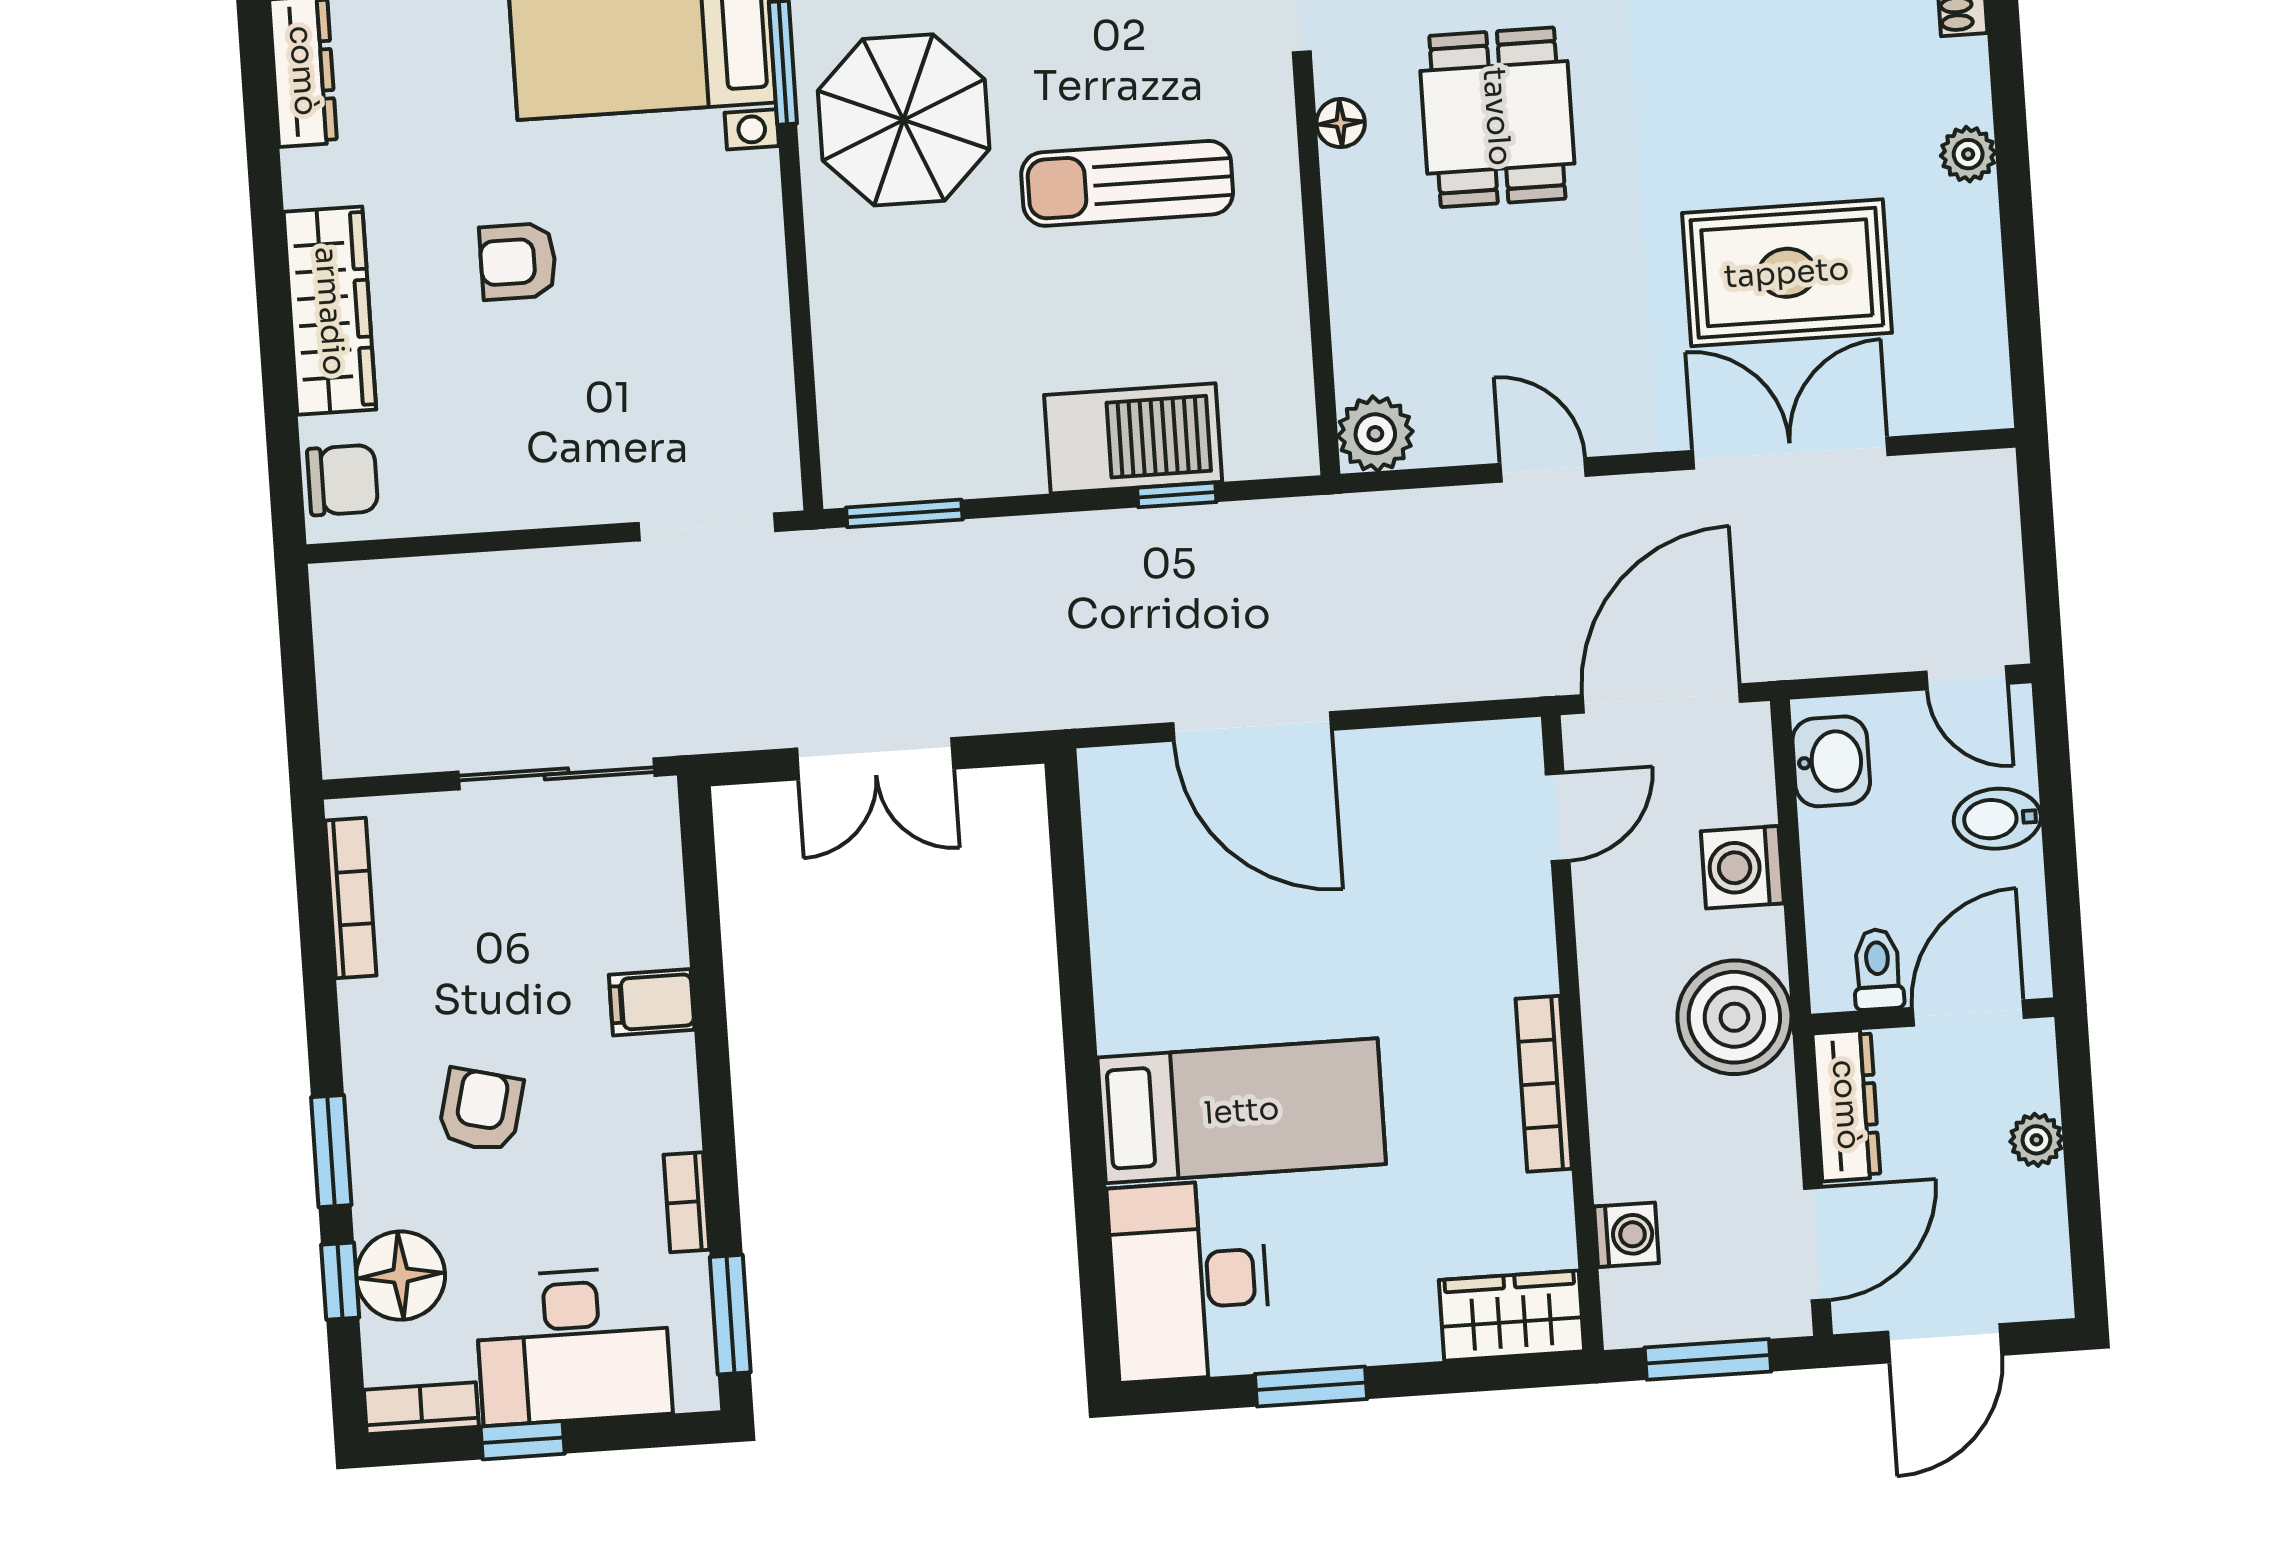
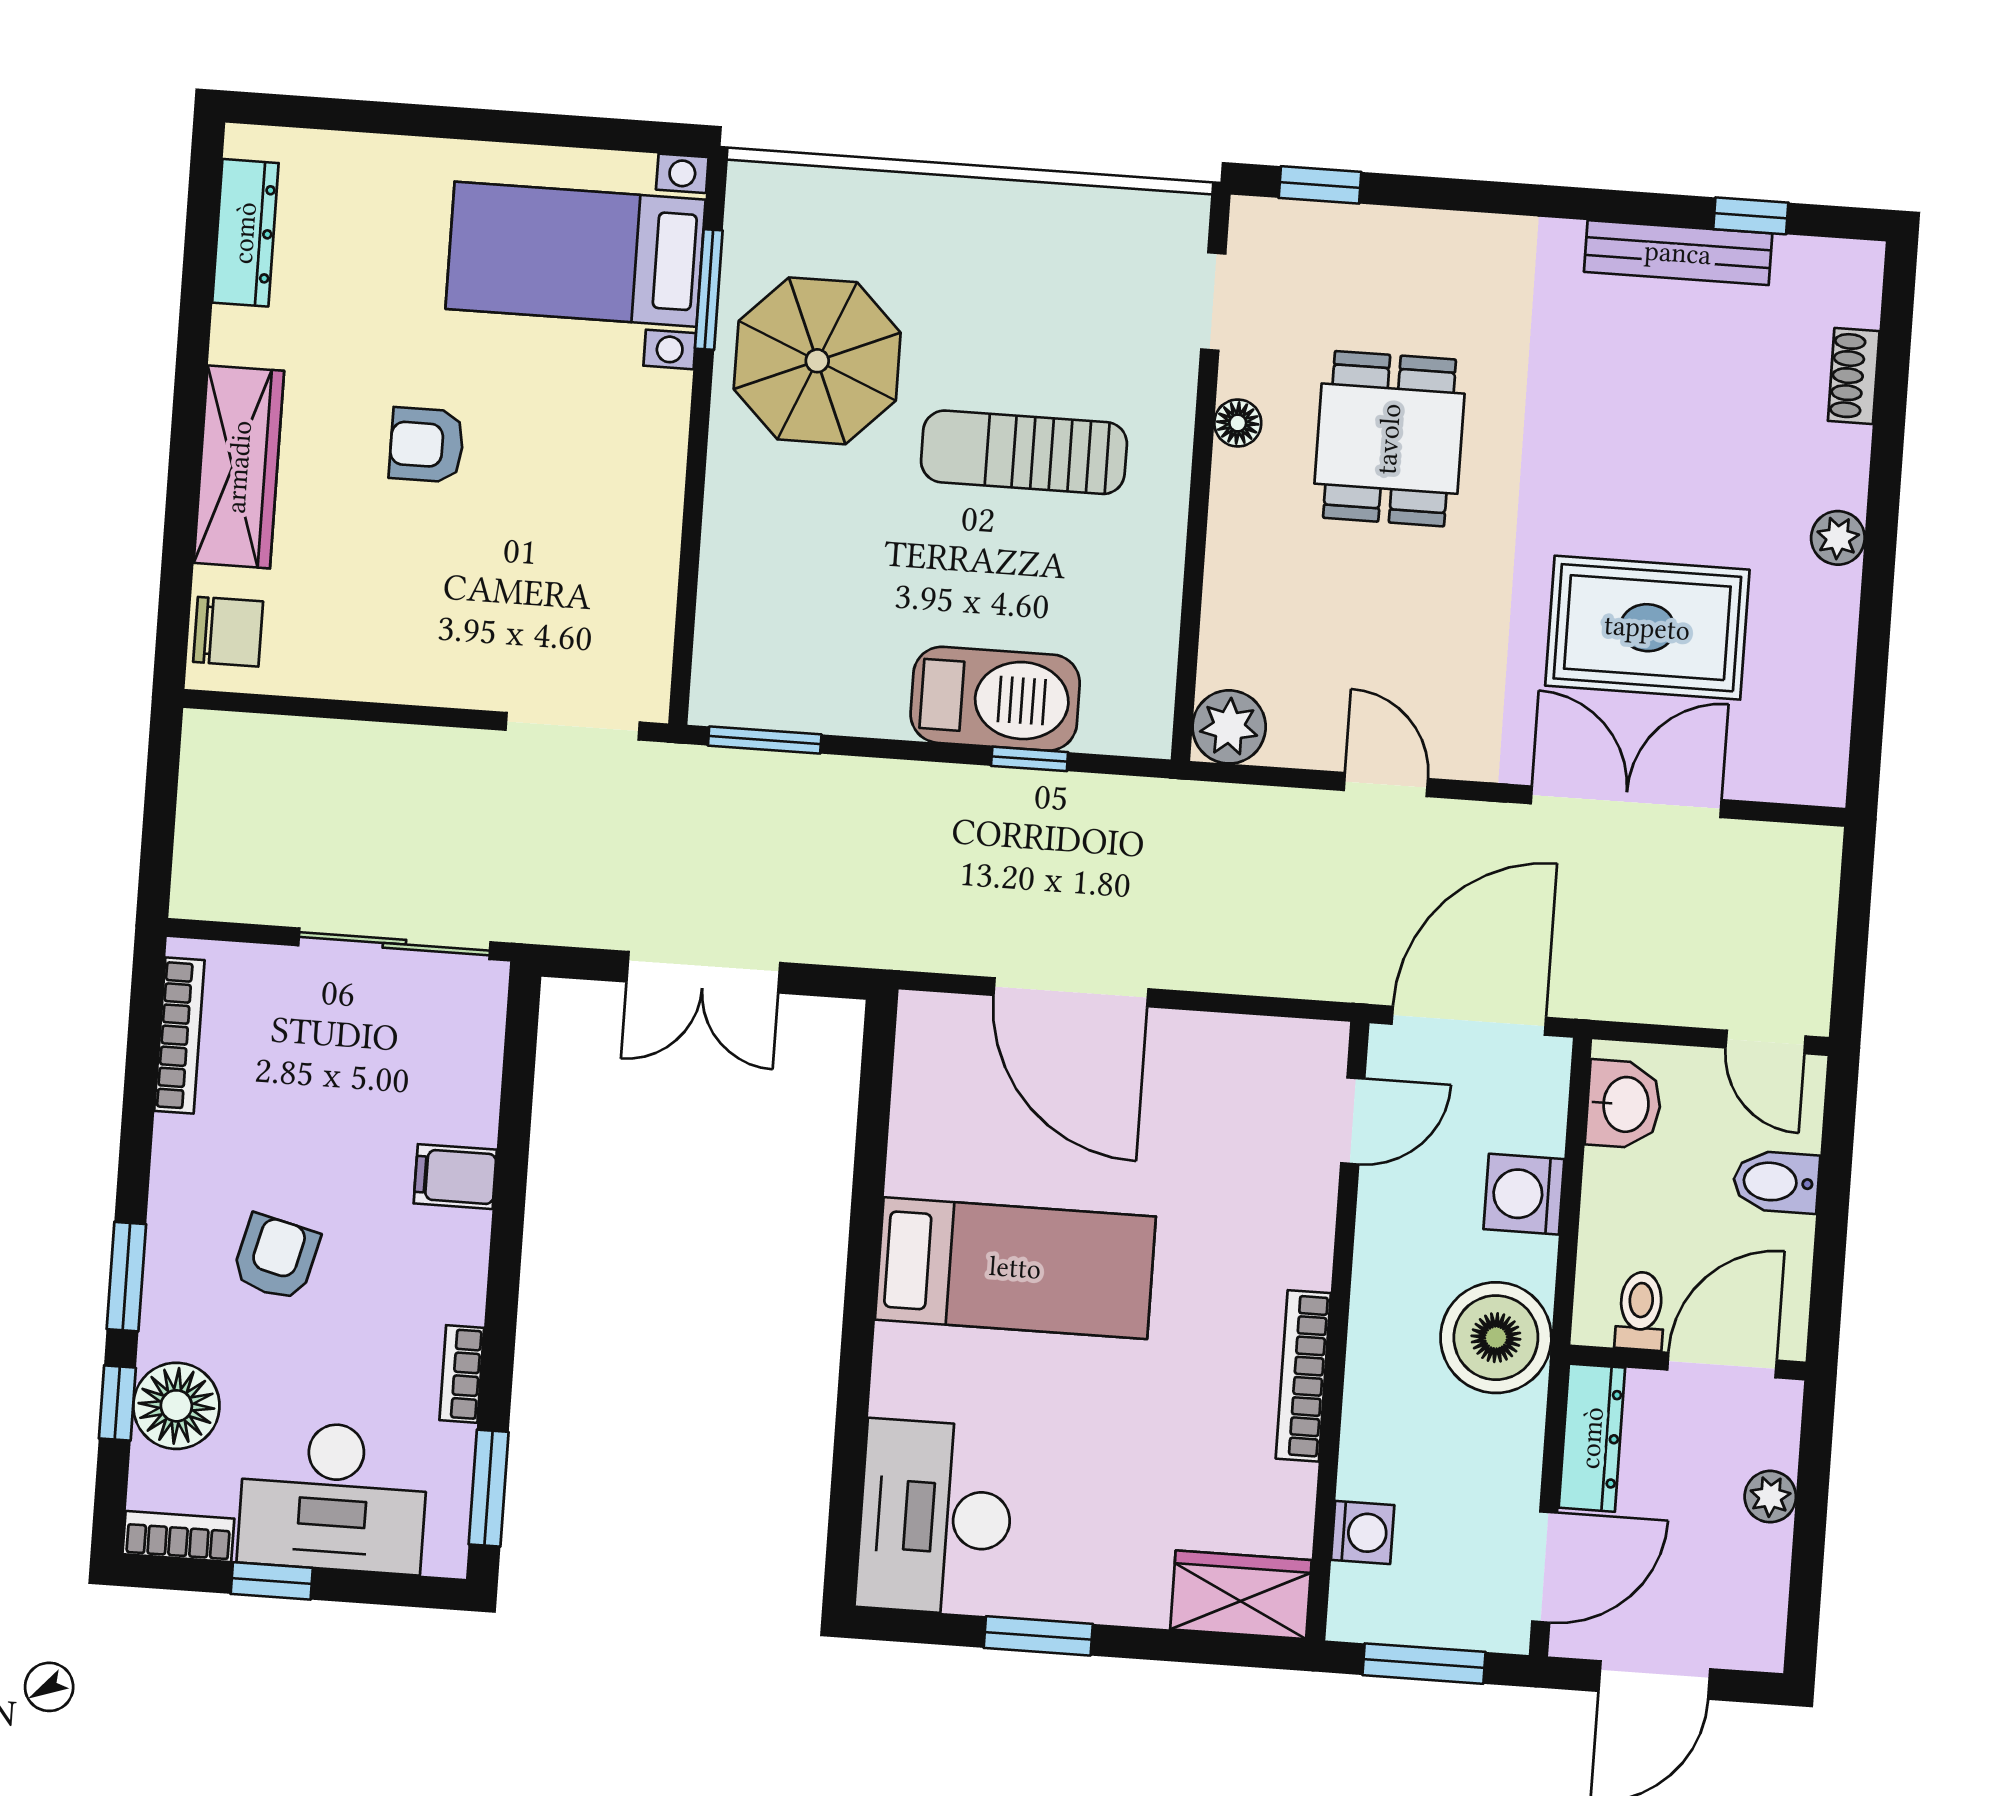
bed: (1242, 1111) -> (1015, 1268), moved

